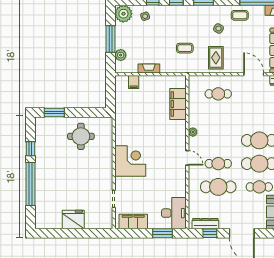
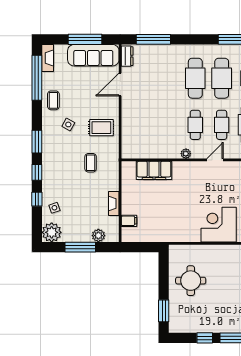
cafe table: (218, 94) -> (195, 125), moved

